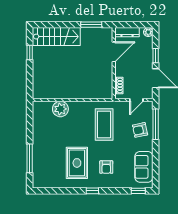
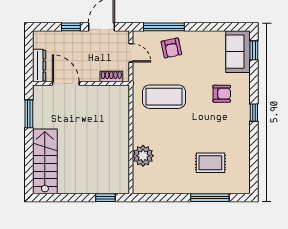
plant: (148, 32) -> (39, 37), removed
window: (30, 52) -> (105, 198), moved
rug: (77, 163) -> (210, 163), moved, width x0.73, depth x0.70
sofa: (144, 167) -> (238, 52), moved, turned 90

